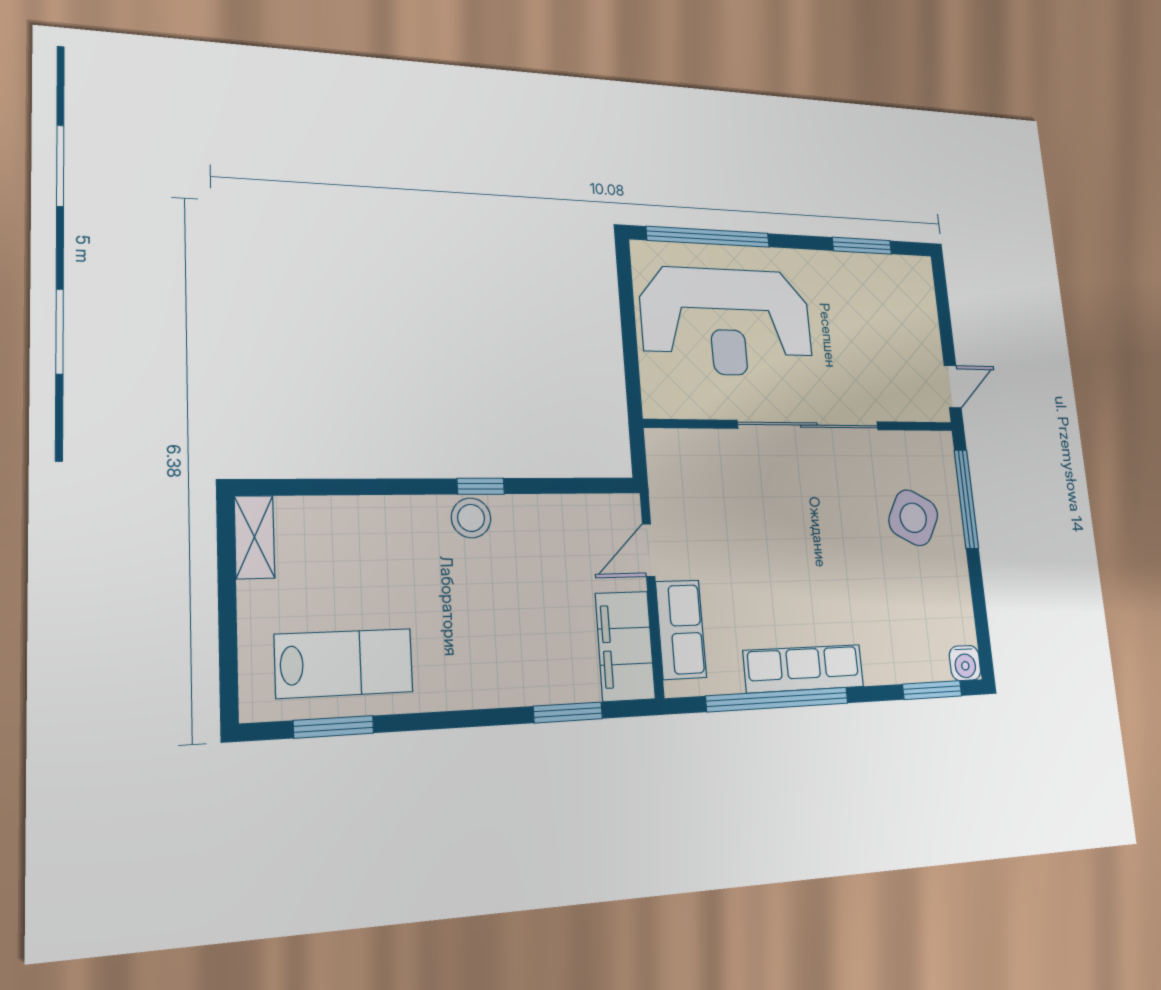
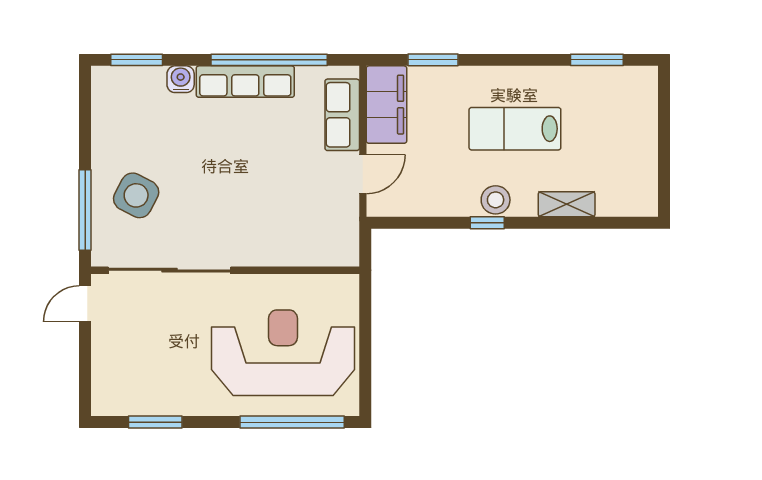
sliding door: (809, 425) -> (170, 270), moved
shelving: (254, 537) -> (567, 204), moved, turned 90
lab bench: (344, 663) -> (515, 129), moved
water cooler: (965, 663) -> (181, 79), moved

